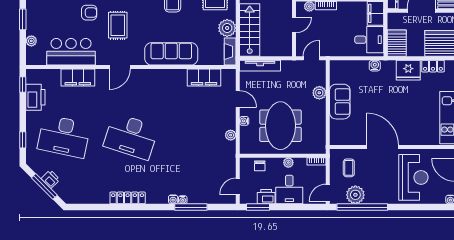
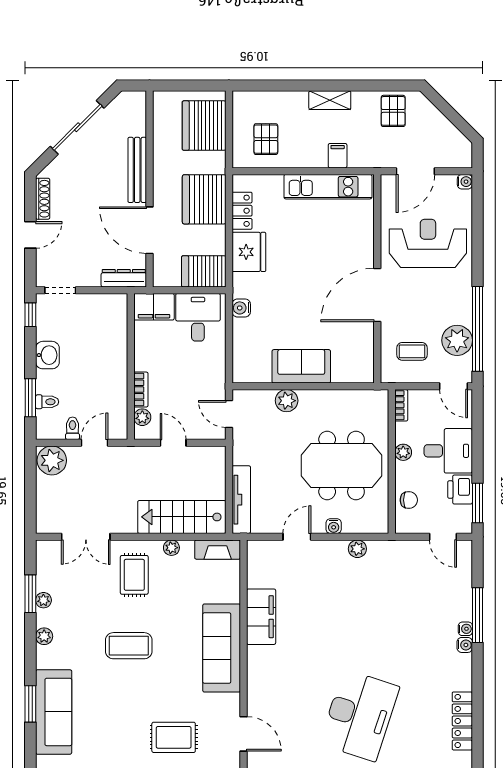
plant: (227, 28) -> (171, 548), width x0.53, depth x0.53
filing cabinet: (204, 78) -> (261, 617), moved

